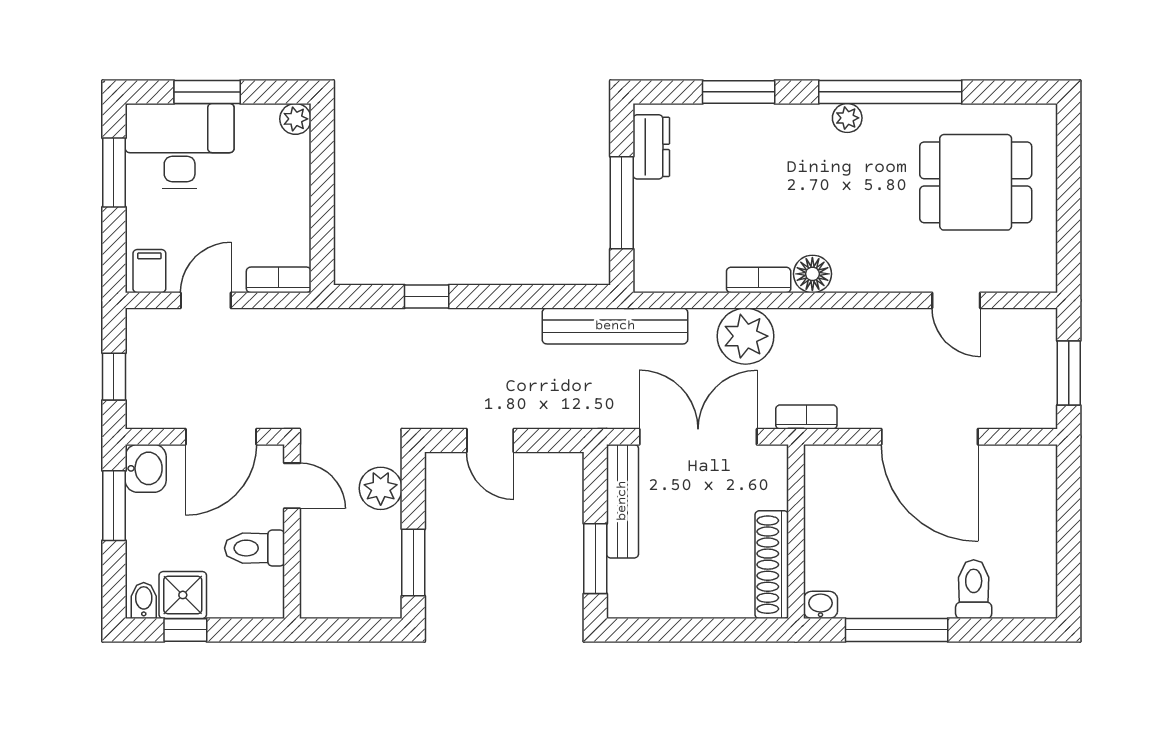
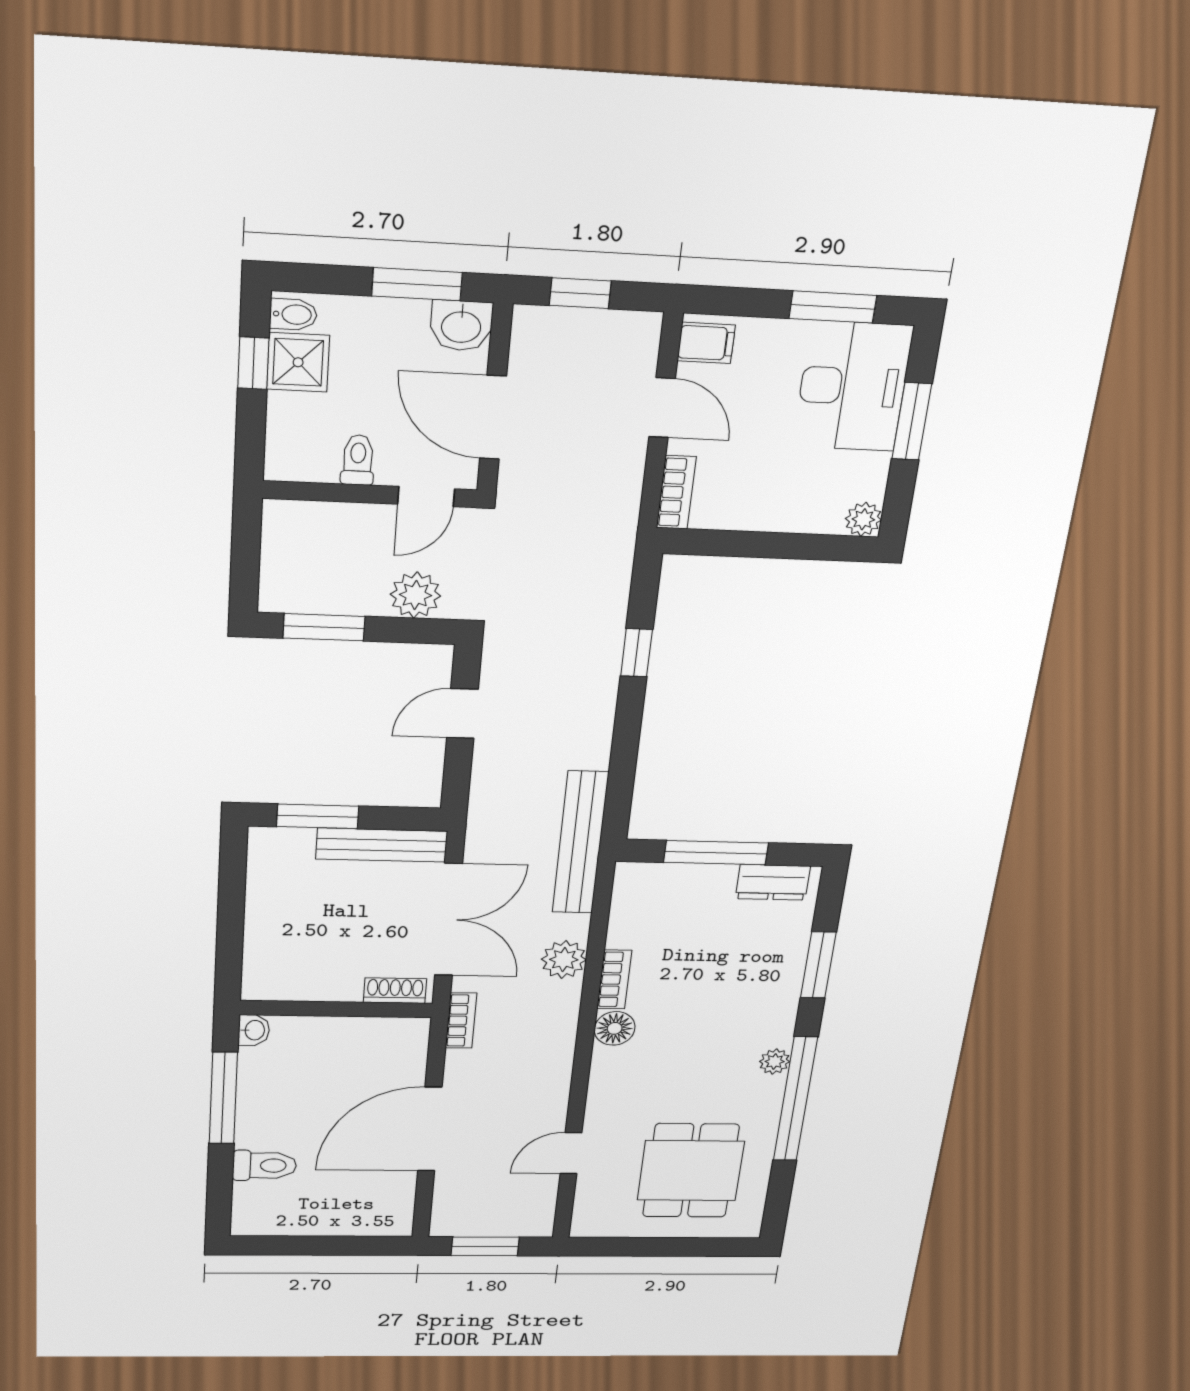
plant: (746, 336) -> (564, 960), width x0.73, depth x0.73
toilet: (255, 548) -> (358, 460), width x0.73, depth x0.72
shoe rack: (772, 565) -> (395, 991), moved, width x0.51, depth x0.81

